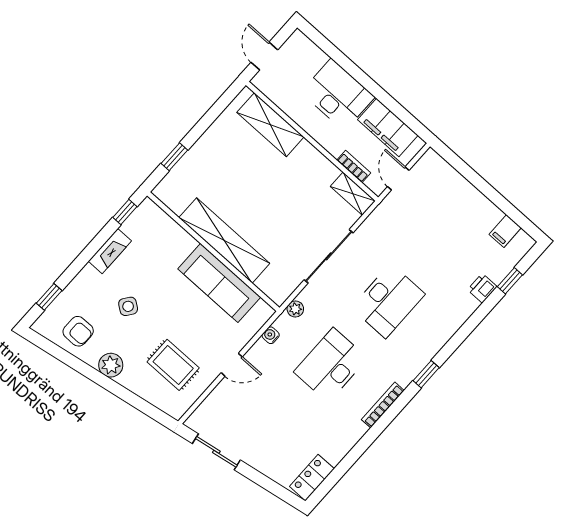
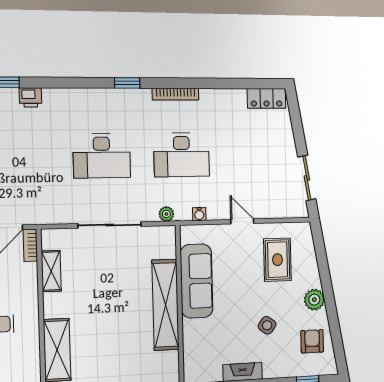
bookcase: (354, 167) -> (30, 245), moved
shelving: (353, 194) -> (51, 271), moved
desk: (388, 301) -> (102, 156), turned 180

